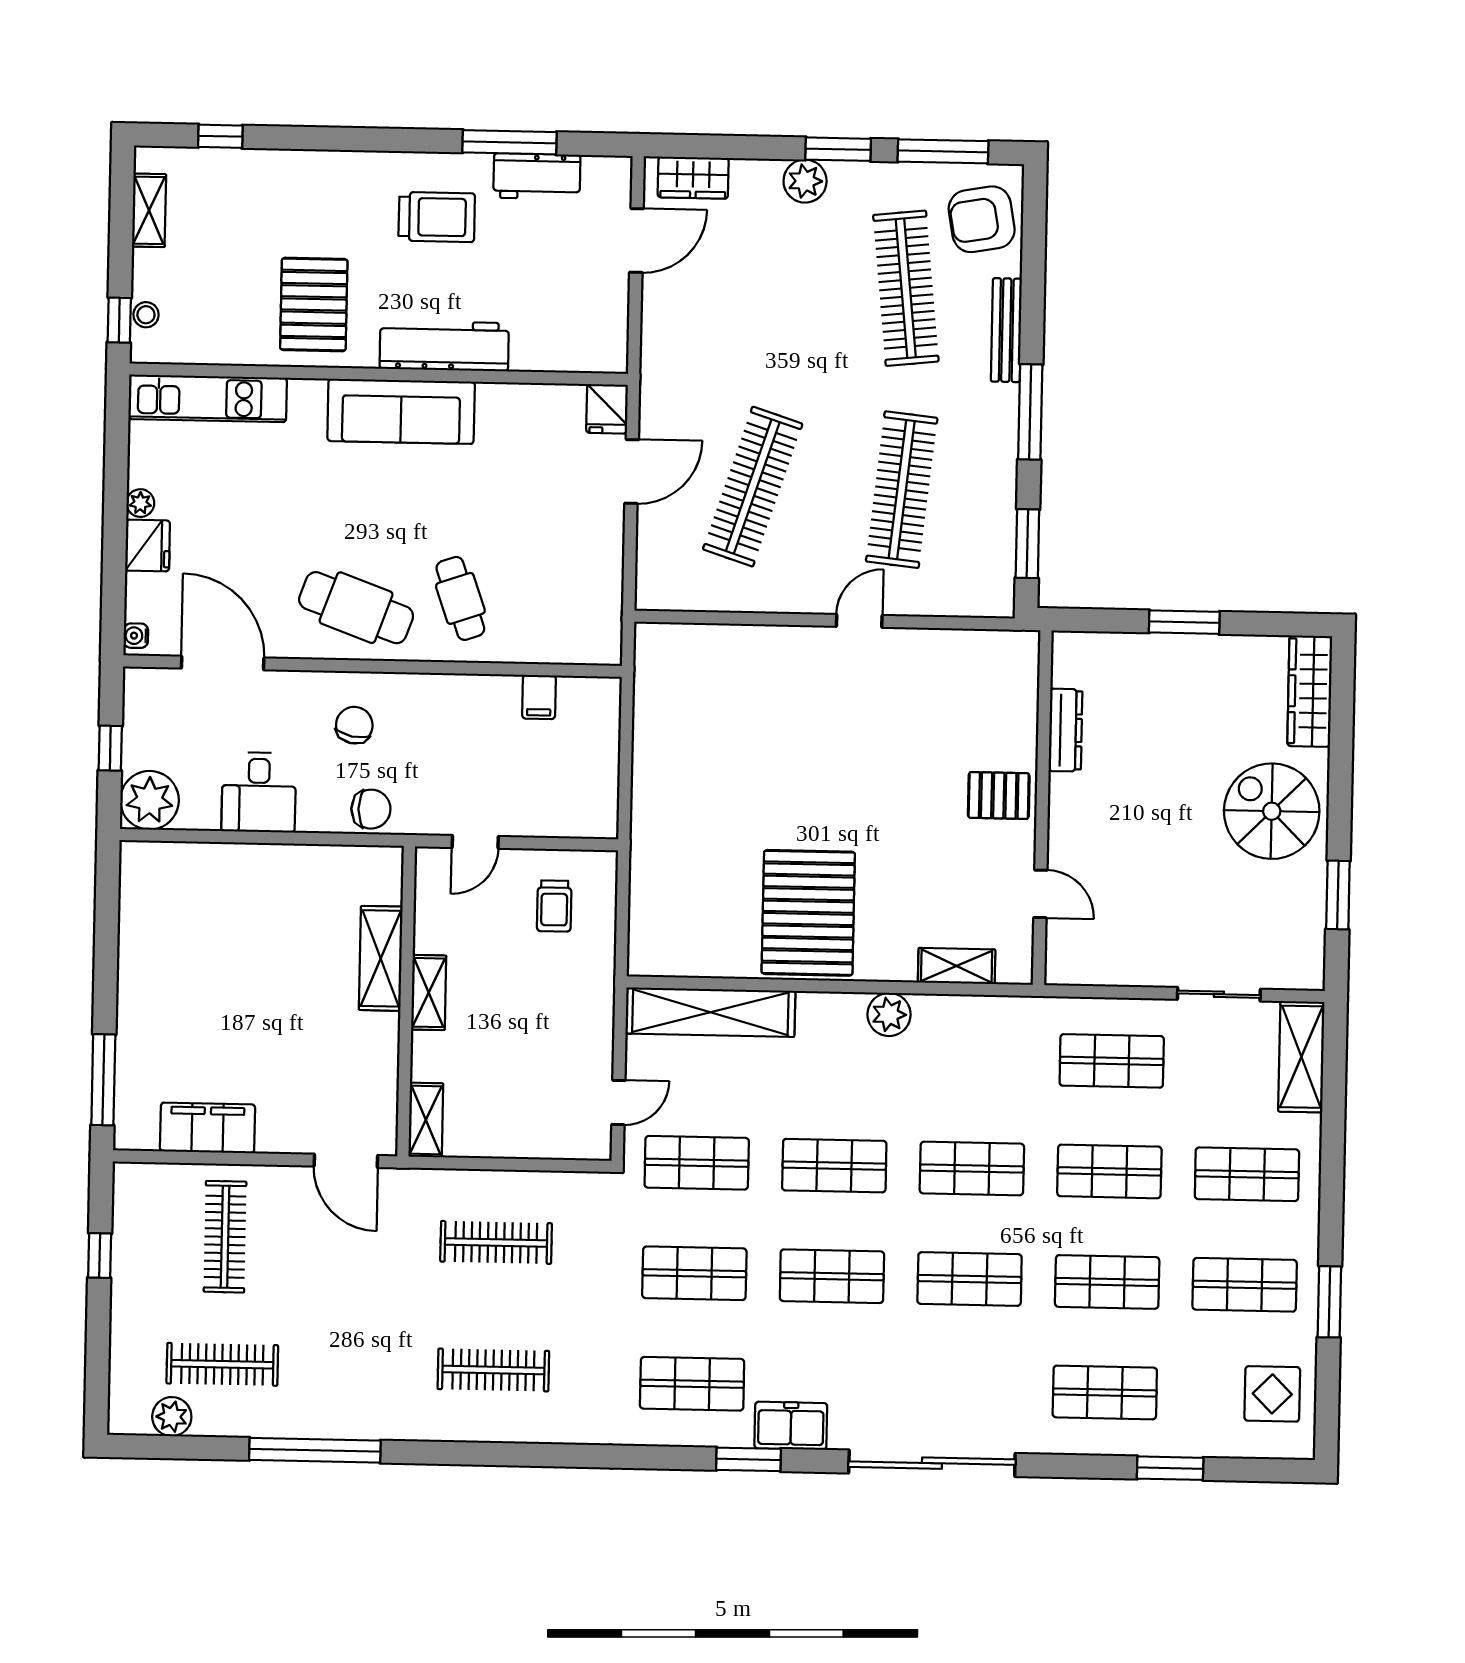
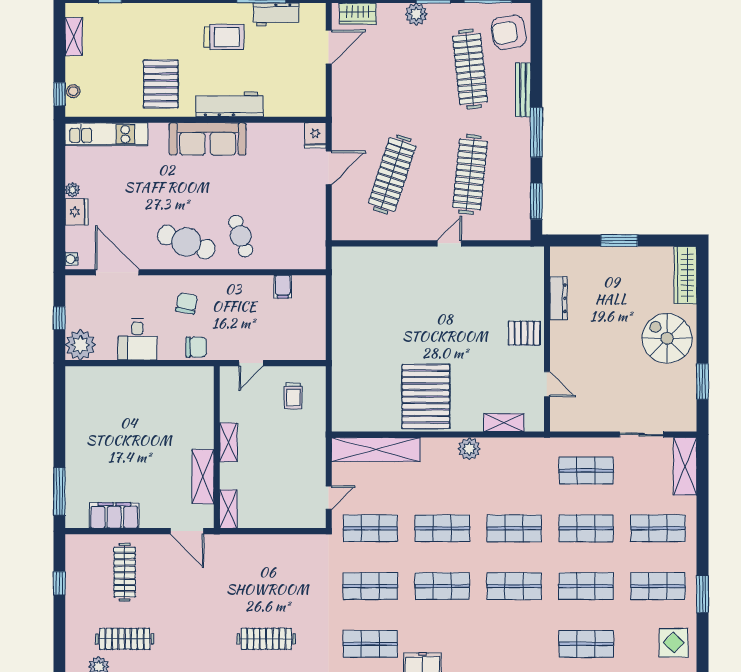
shelving: (381, 958) -> (203, 477), moved
clothes rail: (496, 1242) -> (266, 572), removed

